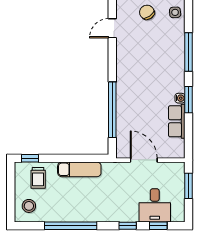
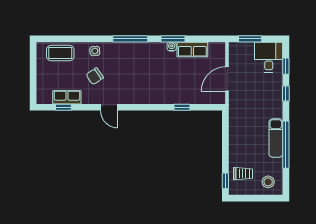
window: (112, 110) -> (182, 107), width x0.32
exam couch: (79, 169) -> (276, 138), moved, turned 180
desk: (155, 205) -> (269, 57), moved, turned -90

